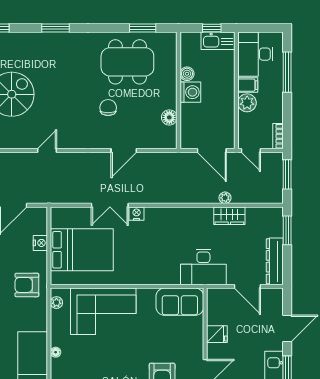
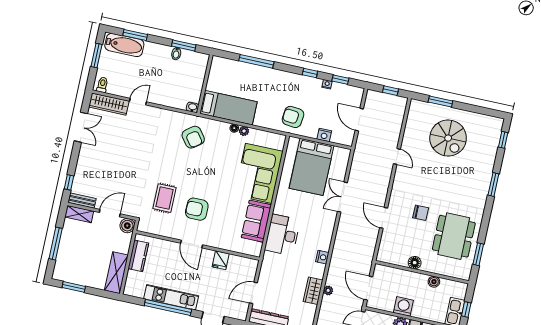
washing machine: (190, 92) -> (403, 306), moved, turned 180
floor lamp: (169, 117) -> (415, 263), moved
door: (212, 151) -> (368, 288), hinge flipped
nightstand: (137, 214) -> (322, 257), moved
desk: (203, 267) -> (282, 235), moved
armchair: (27, 285) -> (293, 117), turned -84
sofa: (180, 302) -> (256, 221), moved
plant: (56, 303) -> (244, 131), moved

